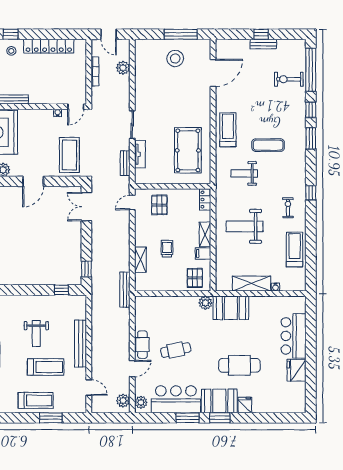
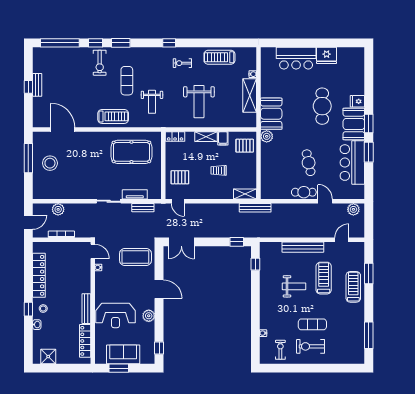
exercise bike: (289, 79) -> (100, 63), moved
treadmill: (228, 130) -> (113, 116), turned 180
shelving: (140, 260) -> (245, 194), moved
plant: (141, 402) -> (355, 194), removed

